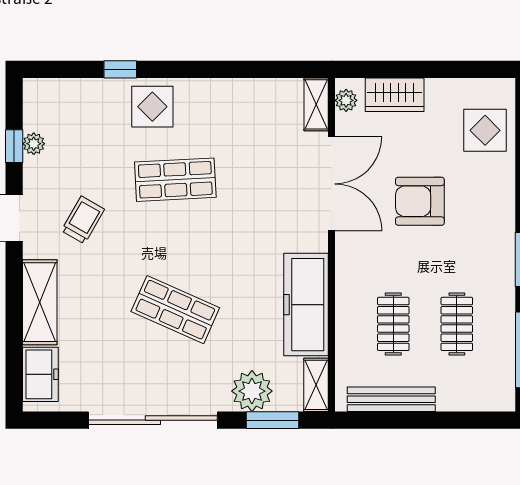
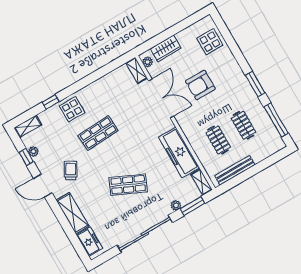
shelving: (51, 90) -> (28, 126), added
plant: (252, 391) -> (176, 205), width x0.53, depth x0.53

